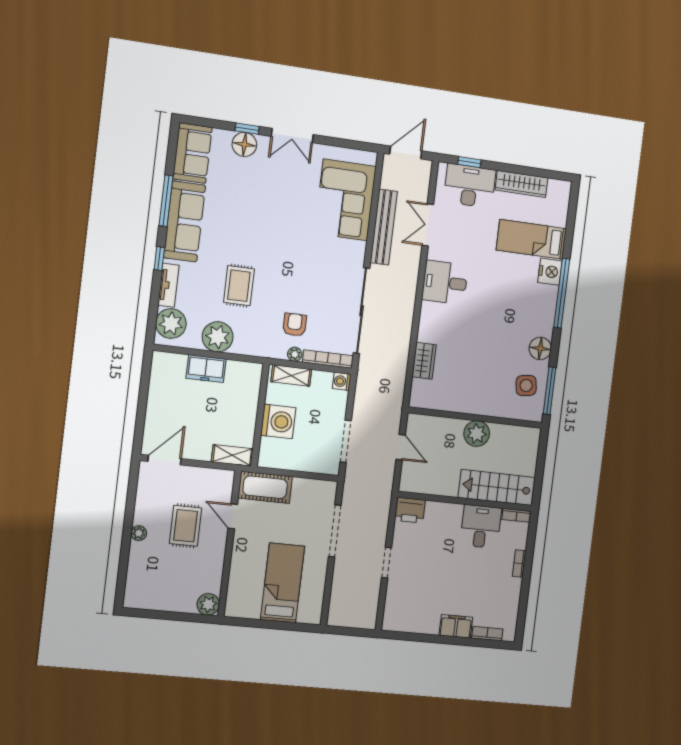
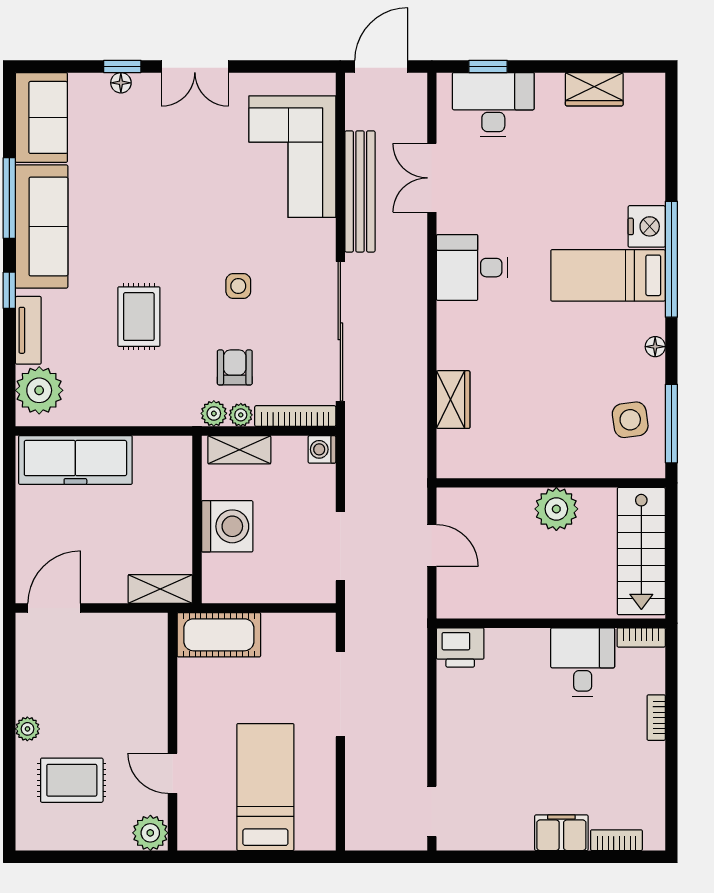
floor lamp: (244, 144) -> (121, 83), width x0.53, depth x0.53
wardrobe: (521, 184) -> (594, 89), width x0.67
bed: (531, 239) -> (608, 275), moved
side table: (303, 275) -> (238, 286), added
plant: (218, 337) -> (214, 413), moved, width x0.53, depth x0.53
floor lamp: (540, 348) -> (655, 347), width x0.53, depth x0.53
freezer: (206, 369) -> (75, 460), width x1.91, depth x1.26
stairs: (497, 488) -> (641, 551), moved, turned -90
door: (233, 516) -> (173, 773), moved
rug: (186, 526) -> (72, 780), moved, turned 90
doorway: (386, 563) -> (432, 811), moved

